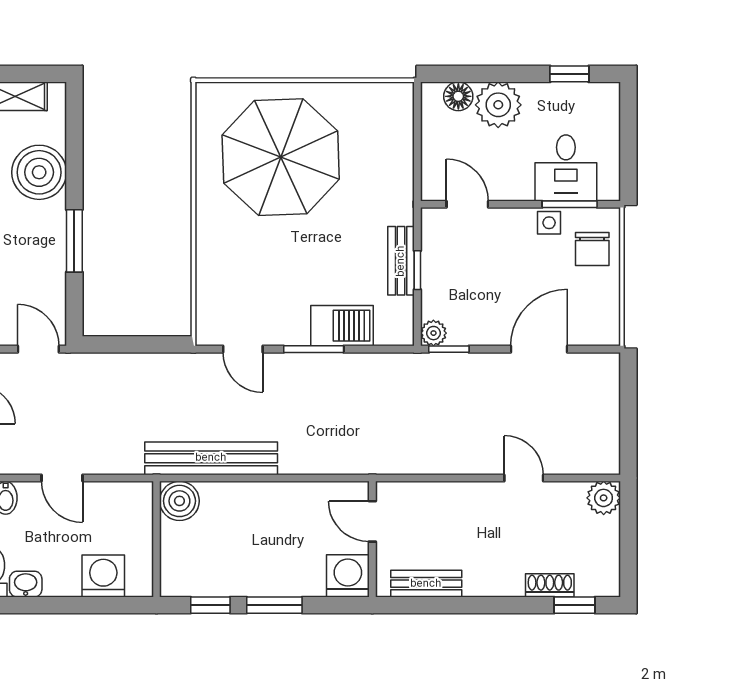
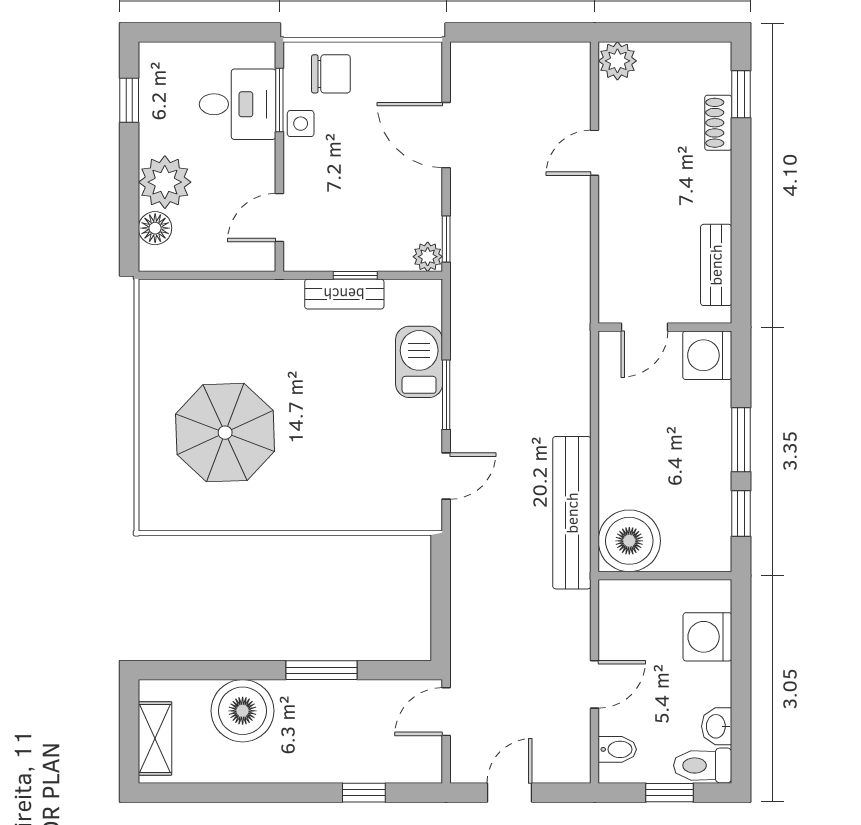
parasol: (281, 157) -> (225, 433), width x0.73, depth x0.73
boiler: (179, 501) -> (629, 541), width x1.37, depth x1.37

